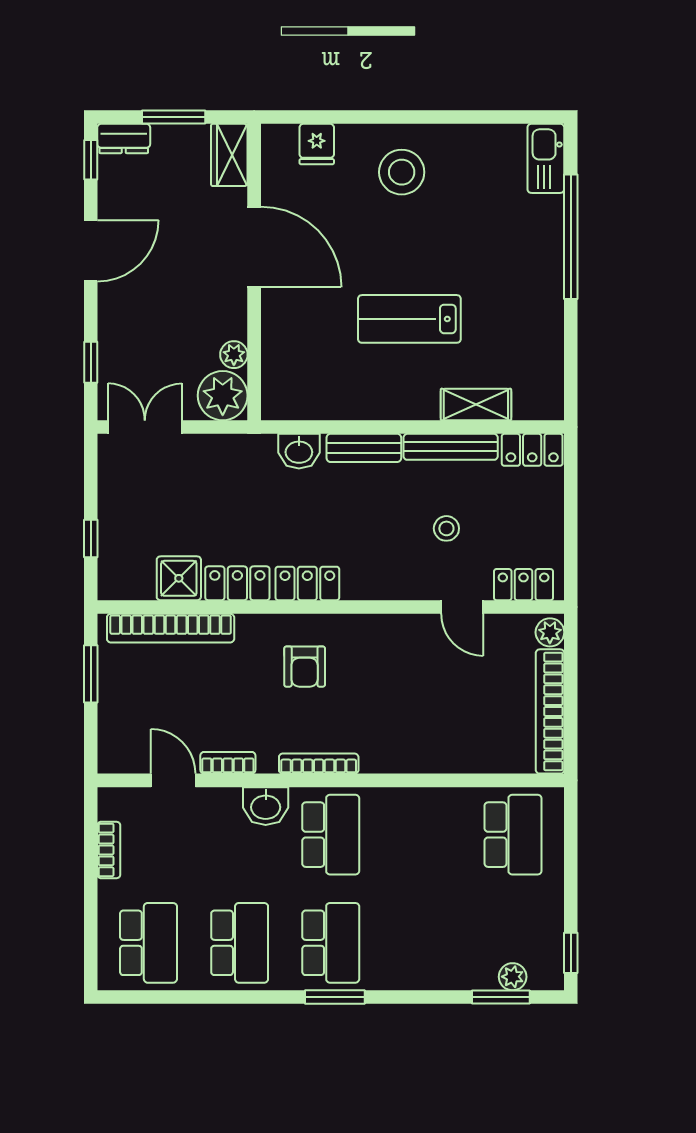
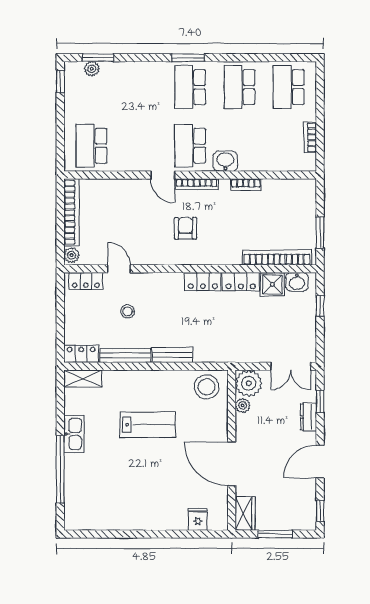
dresser: (124, 138) -> (308, 417), moved, turned -90
kitchen sink: (546, 158) -> (74, 434), moved
stool: (402, 172) -> (207, 387), moved
shelving: (476, 405) -> (83, 378), moved
washbasin: (299, 451) -> (297, 282), moved, turned 180
armchair: (305, 667) -> (186, 228), moved
door: (173, 780) -> (163, 175), moved

